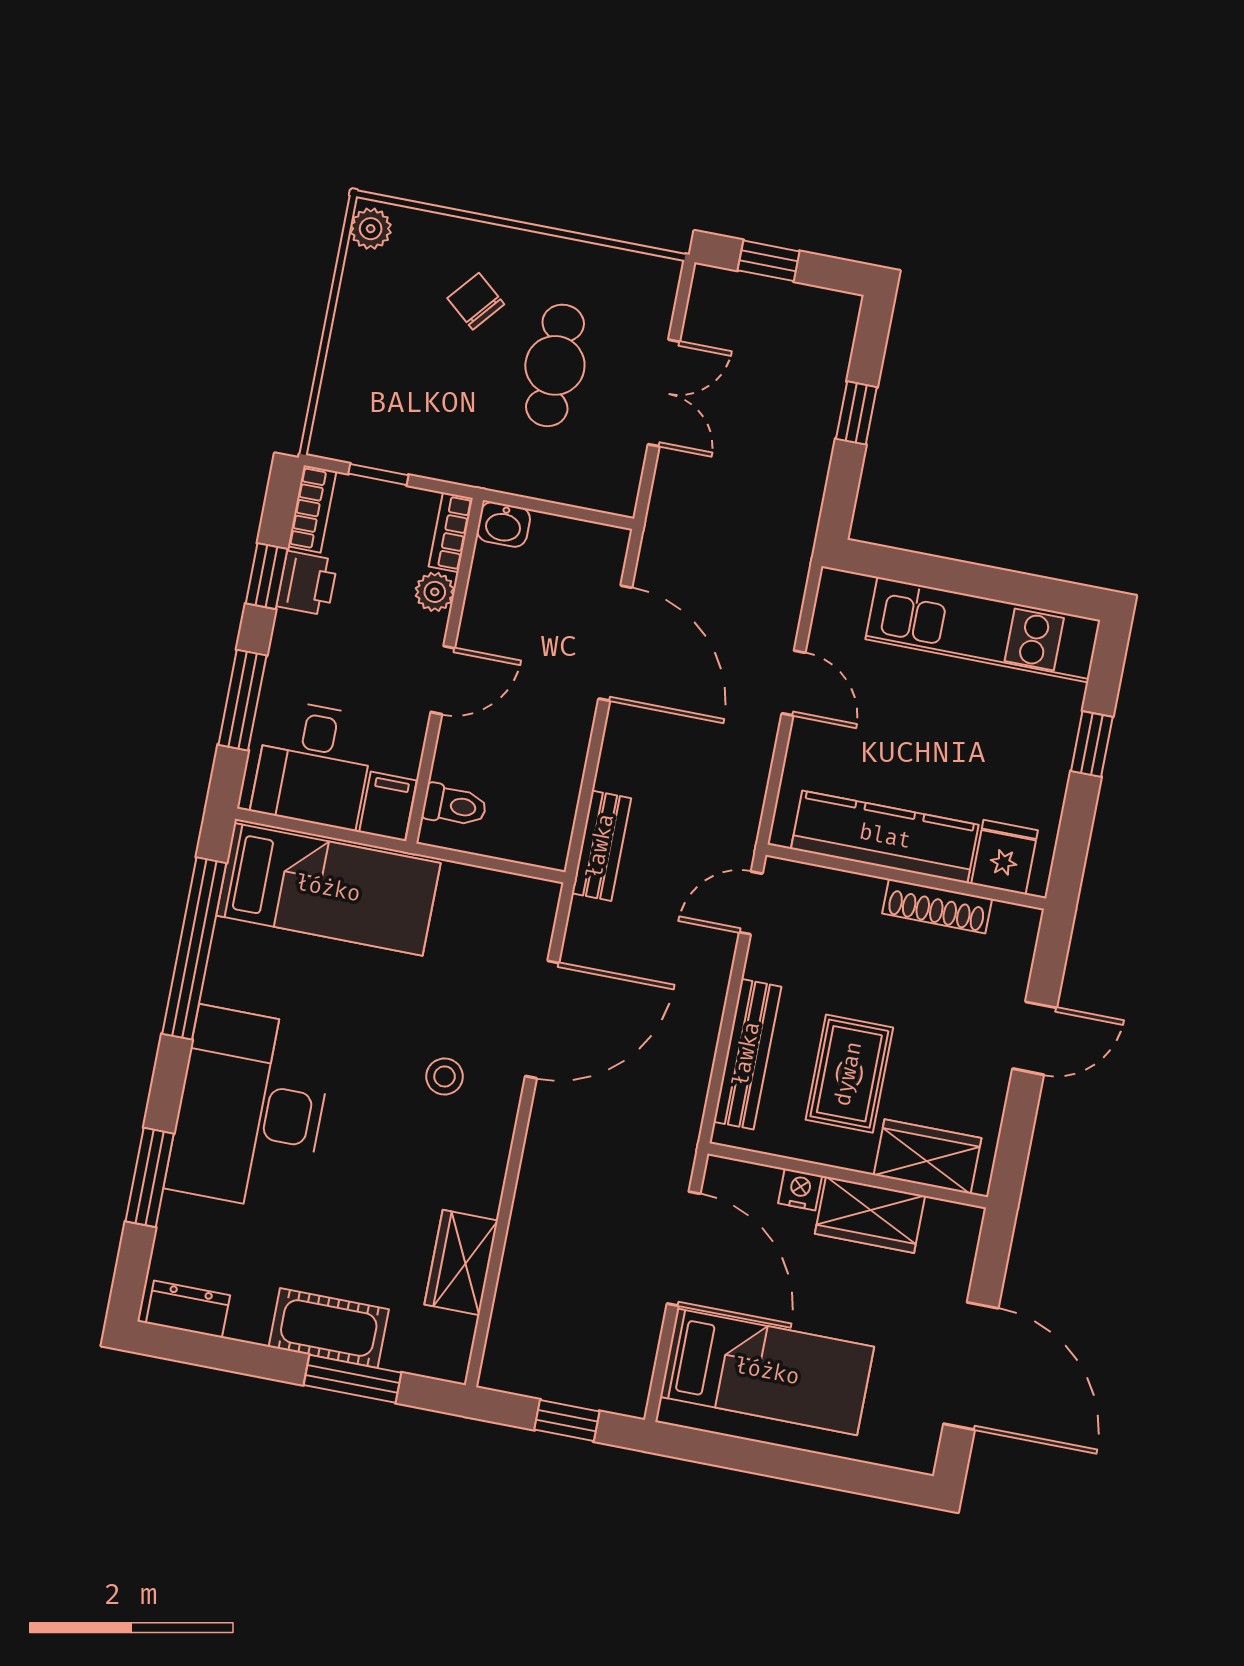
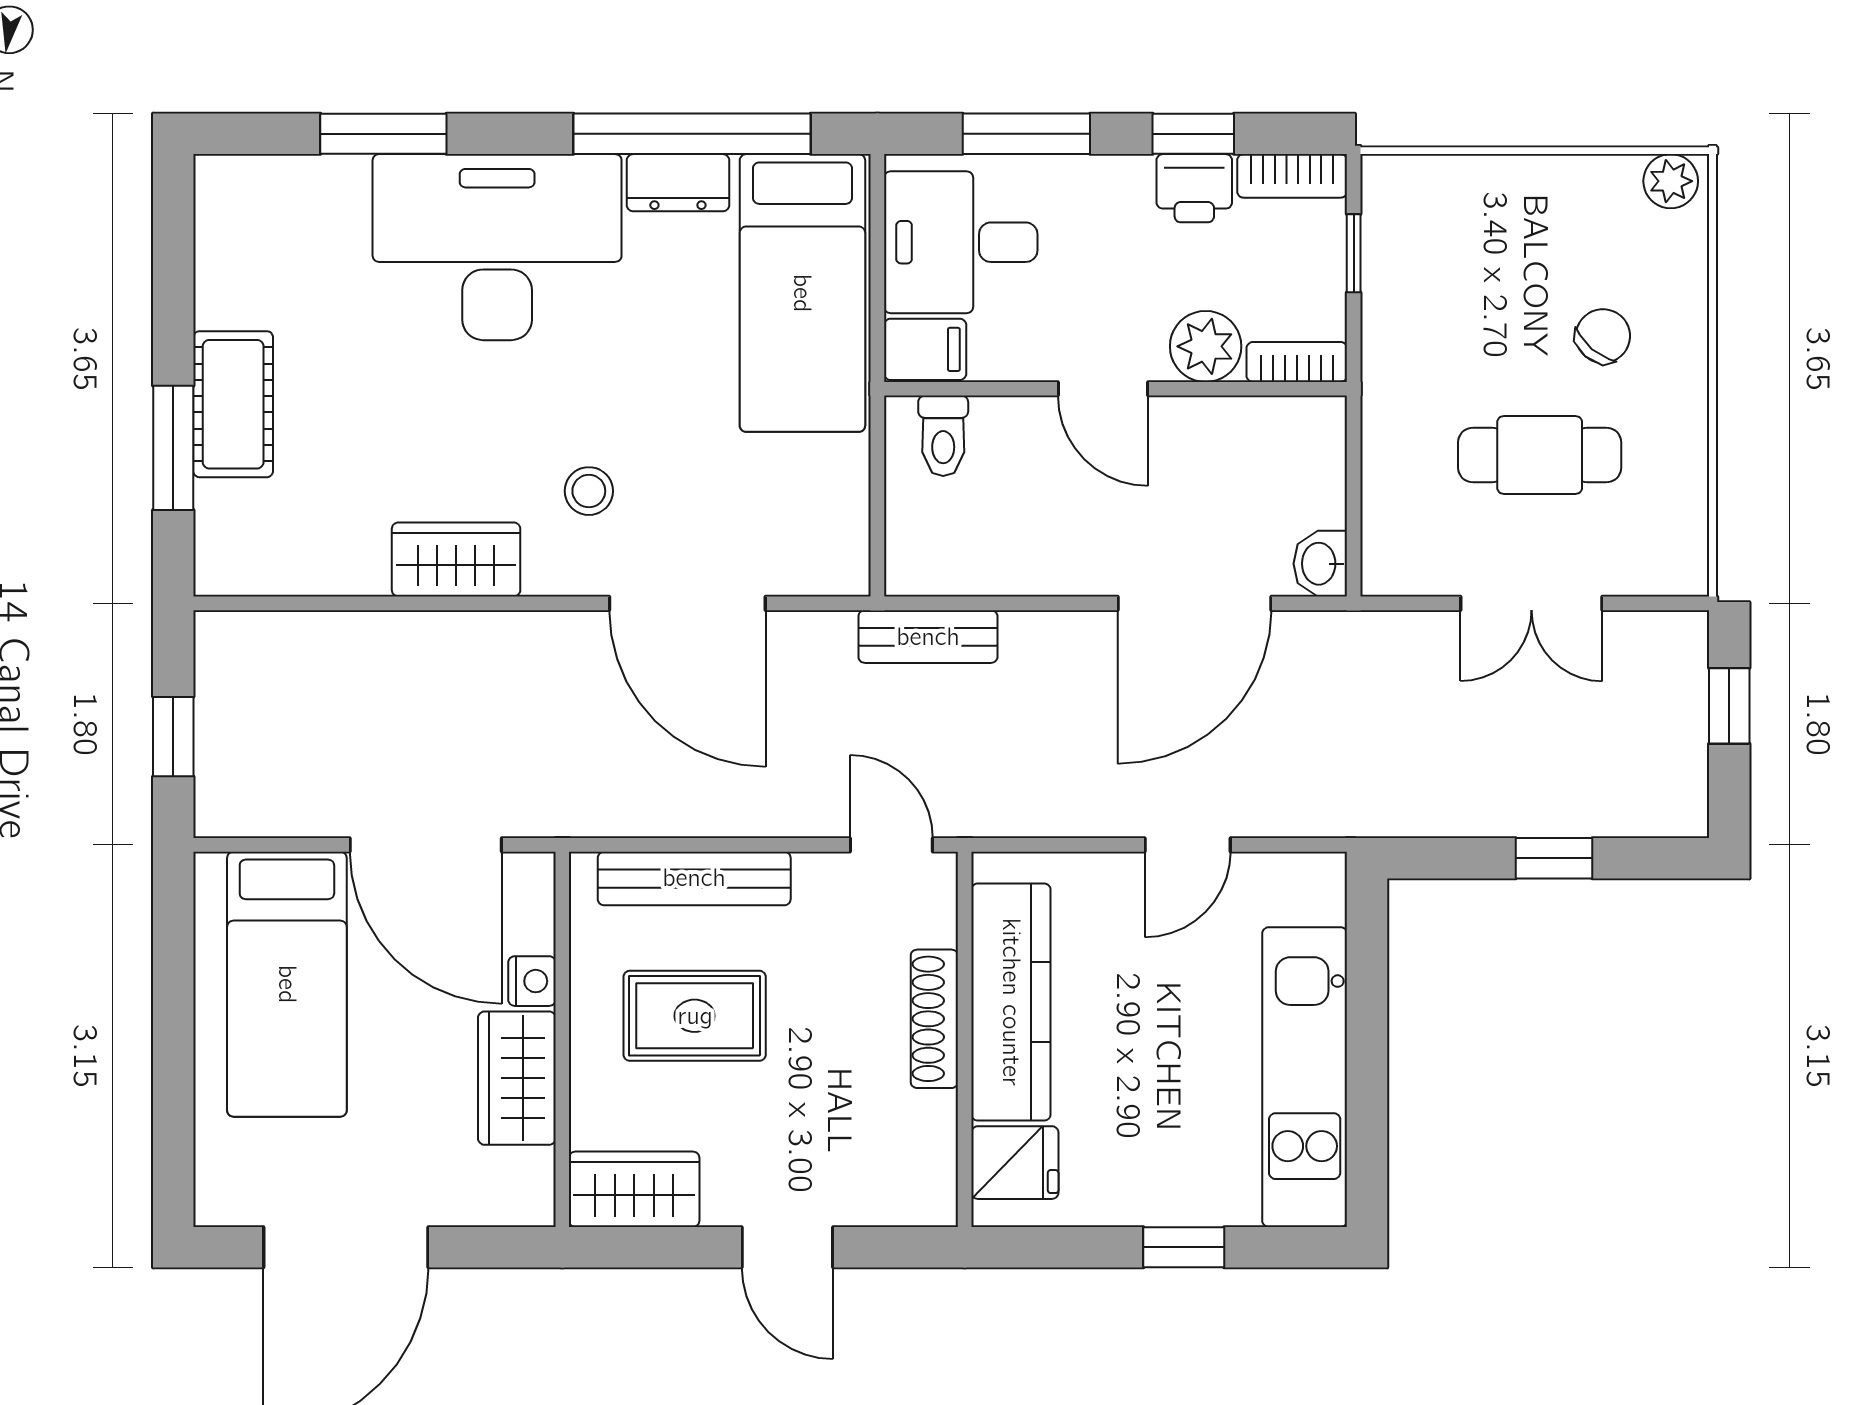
washbasin: (504, 524) -> (1320, 564), moved
plant: (435, 592) -> (1206, 346), width x1.38, depth x1.38
shoe rack: (937, 906) -> (934, 1019), moved
wardrobe: (927, 1157) -> (634, 1189), moved, turned -90
door: (684, 1249) -> (426, 845), hinge flipped
wardrobe: (461, 1263) -> (456, 559), moved
dresser: (188, 1309) -> (678, 183), moved, turned 90

